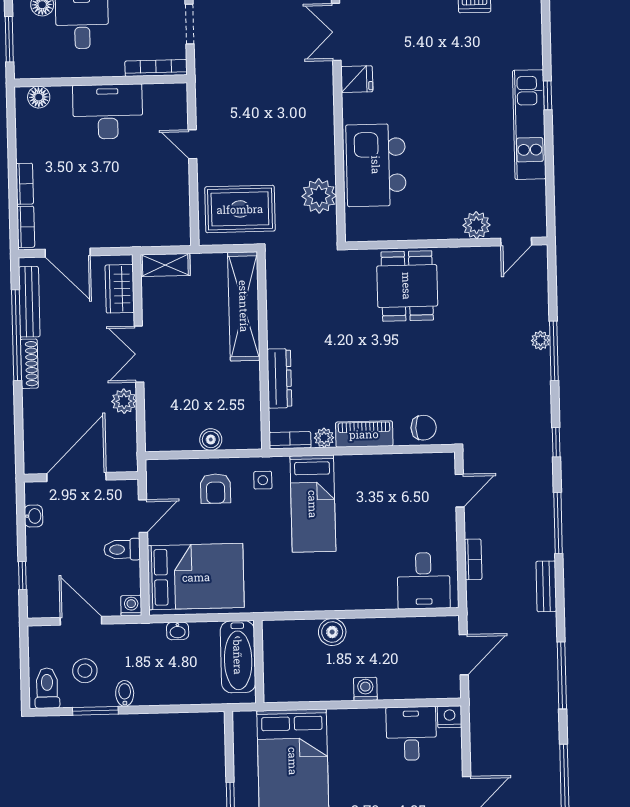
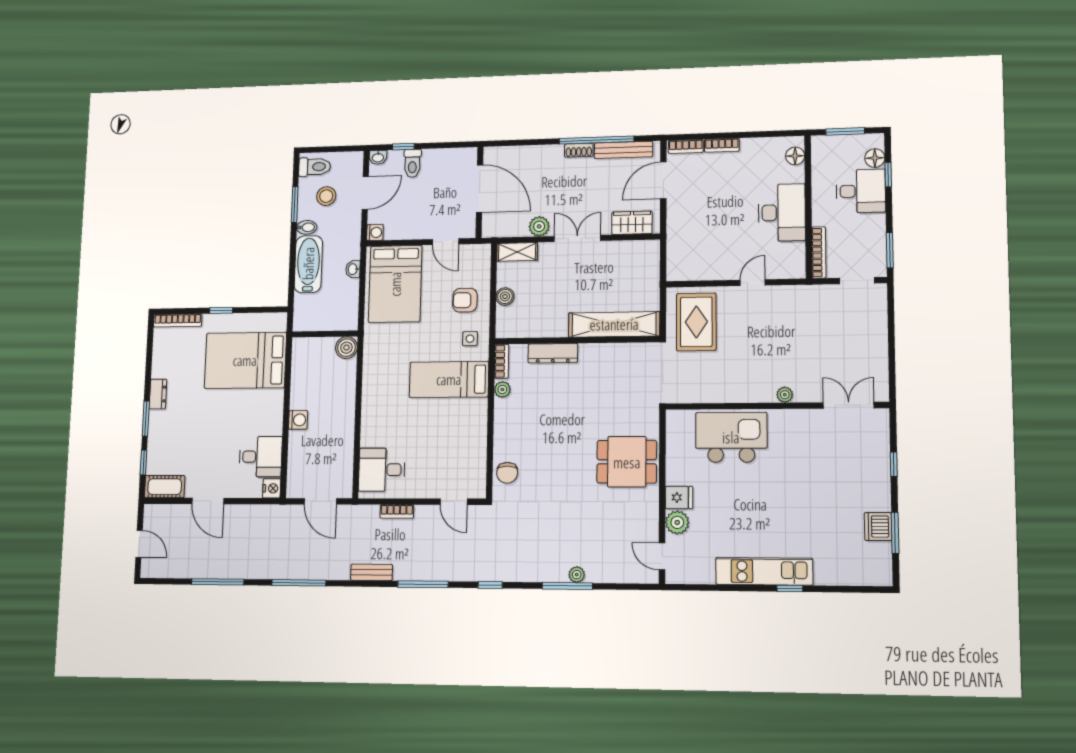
fridge: (357, 79) -> (679, 497), moved, turned -90
plant: (319, 196) -> (785, 395), moved, width x0.53, depth x0.53
shelving: (165, 265) -> (517, 252), moved, turned 90
shoe rack: (29, 364) -> (579, 150), width x0.70
piano: (364, 434) -> (504, 423), removed
washbasin: (33, 516) -> (378, 157), moved
toilet: (122, 549) -> (412, 163), moved, turned 180
boiler: (332, 632) -> (346, 348), moved
bathtub: (238, 657) -> (308, 264), moved, turned 90

